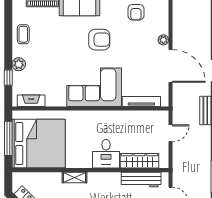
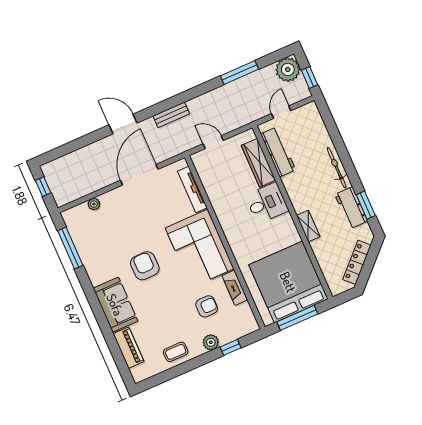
armchair: (136, 12) -> (207, 306), moved
plant: (163, 40) -> (94, 204), moved
fireplace: (31, 101) -> (235, 288), moved

